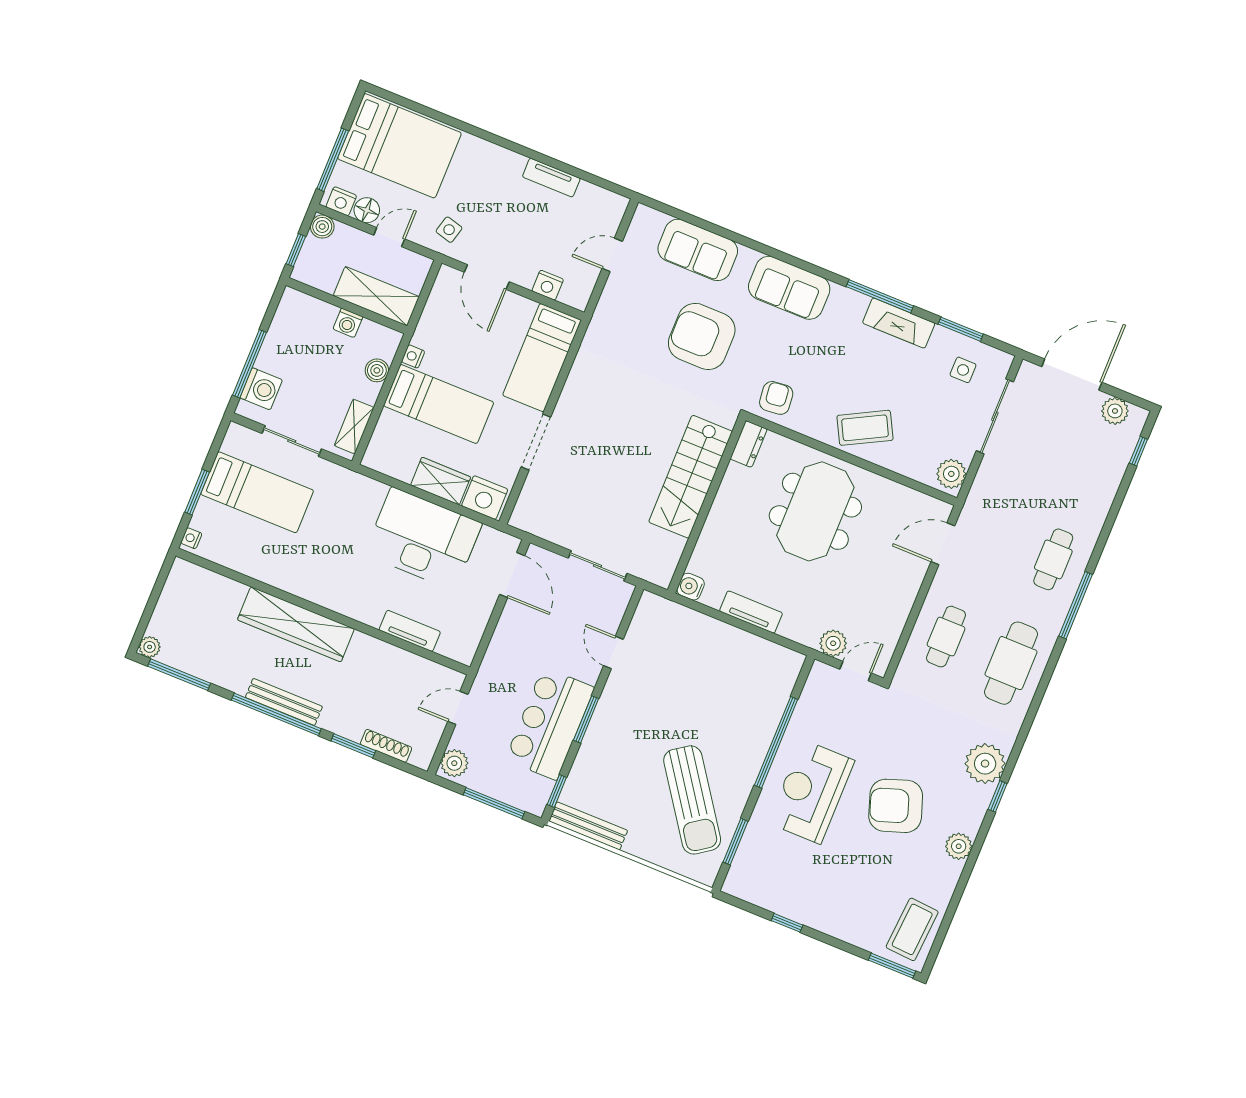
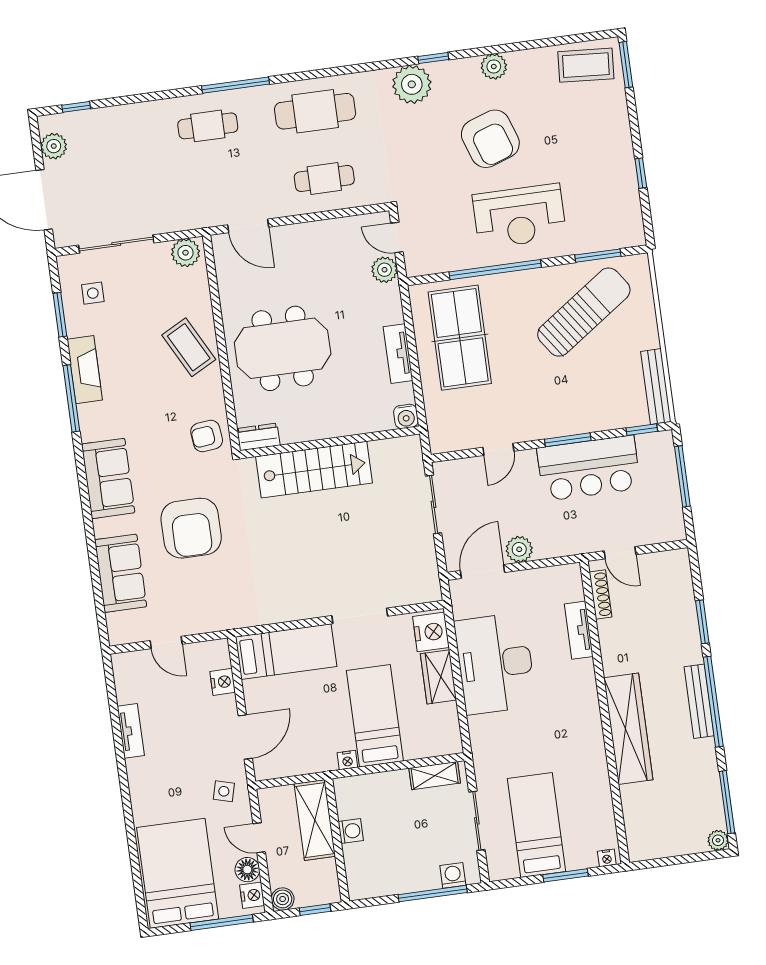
boiler: (377, 370) -> (377, 784), removed
washing machine: (261, 389) -> (453, 875), width x0.73, depth x0.73
table tennis table: (733, 676) -> (460, 338), added
shoe rack: (386, 746) -> (600, 595), moved, turned 180
plant: (454, 763) -> (519, 549), moved

